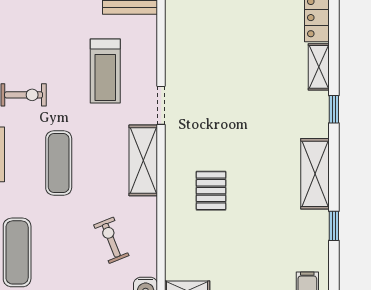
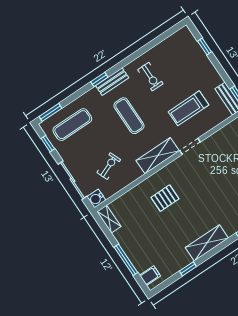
exercise mat: (59, 163) -> (129, 116), turned 90

